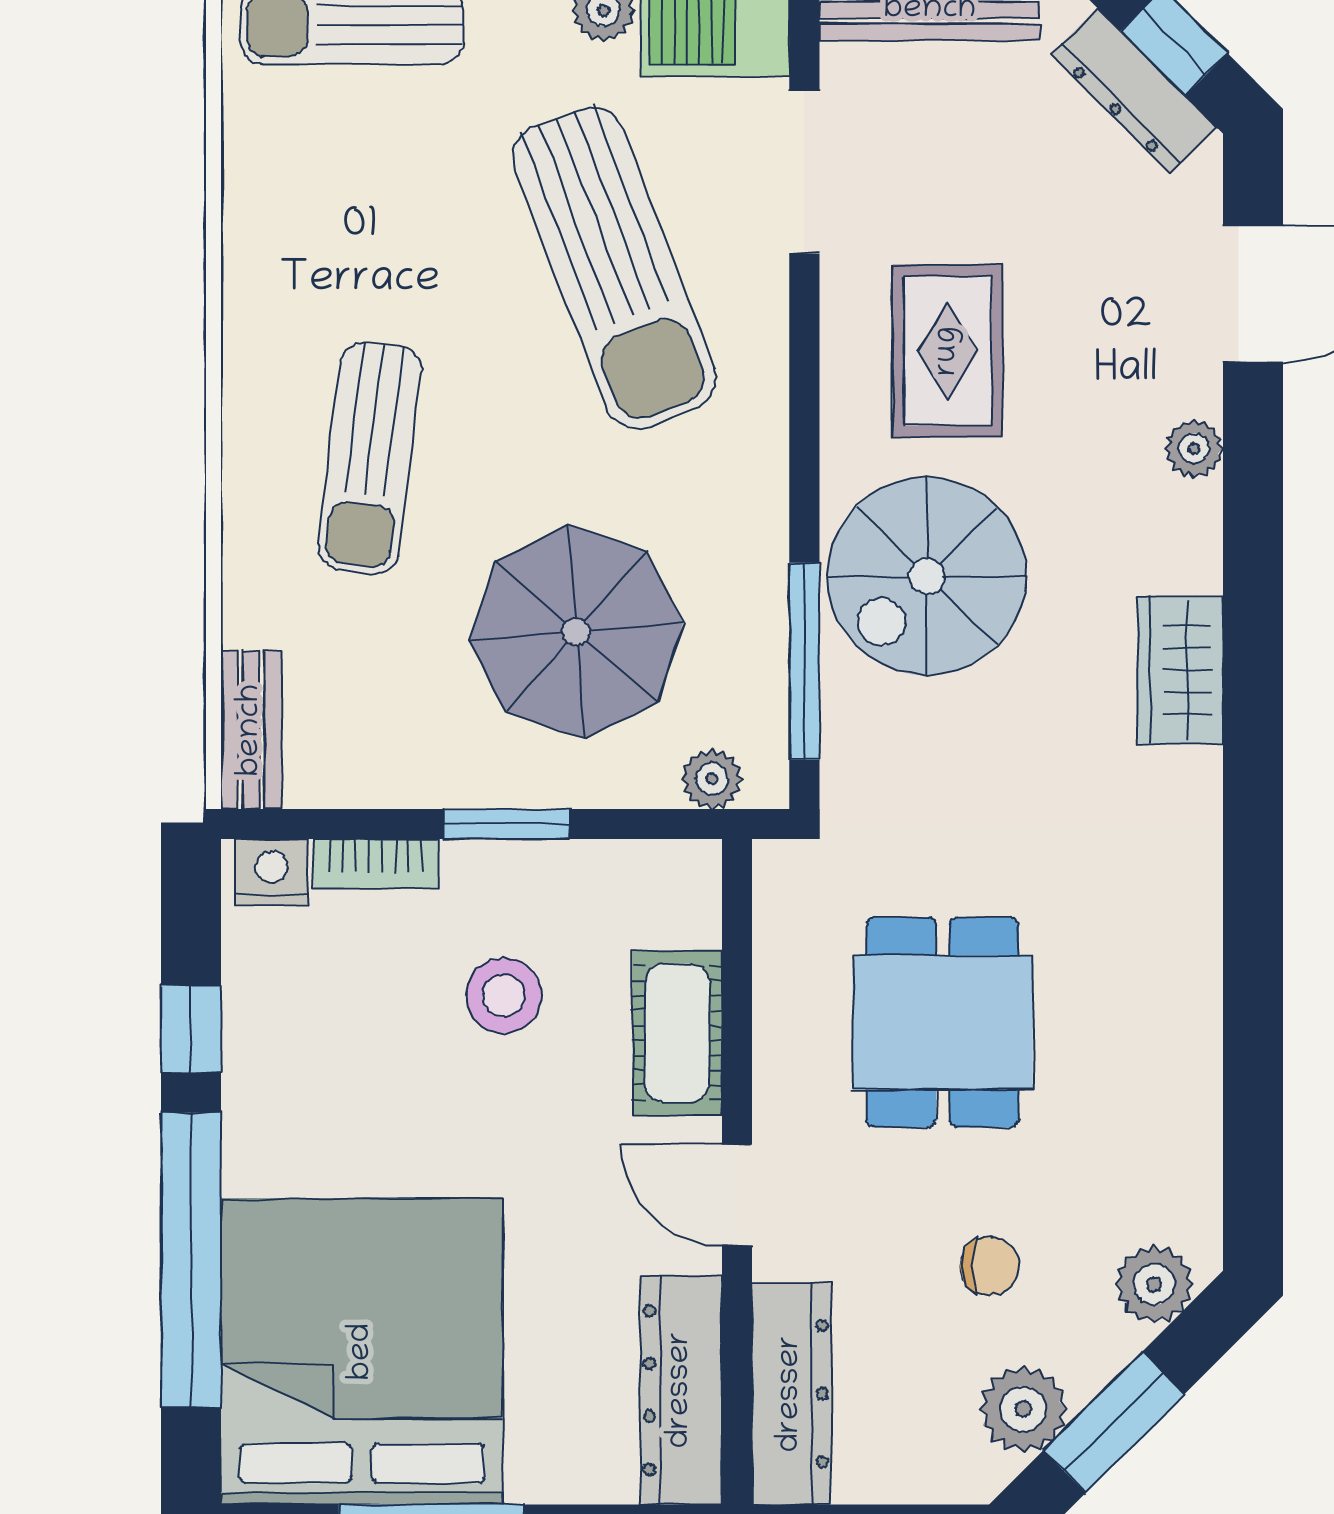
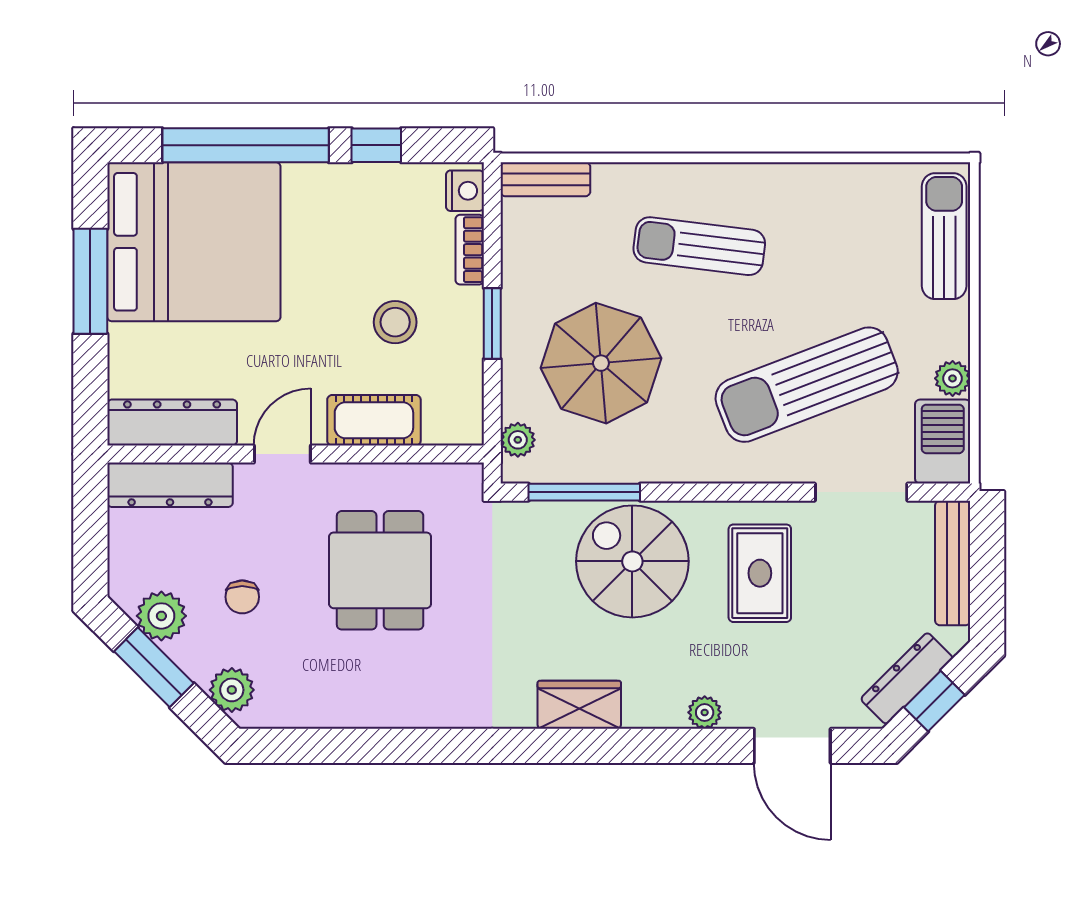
rug: (948, 351) -> (760, 573), turned 90
dining table: (943, 1022) -> (380, 570), turned 90

